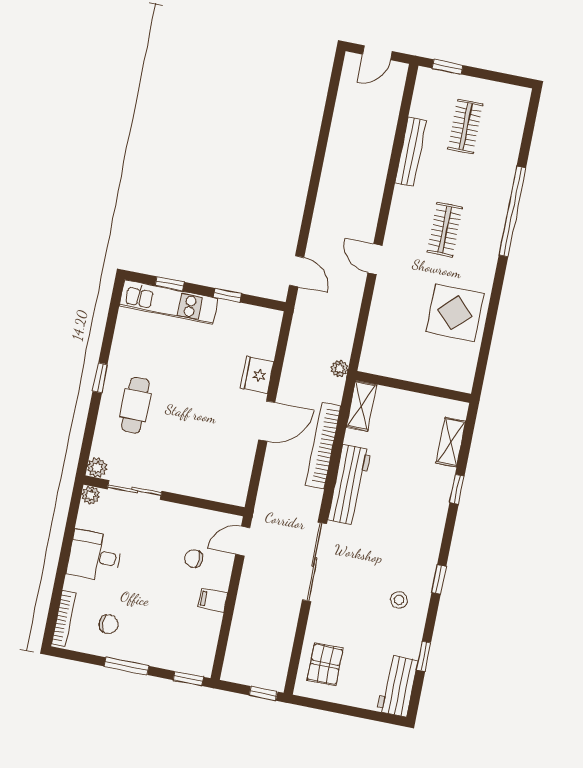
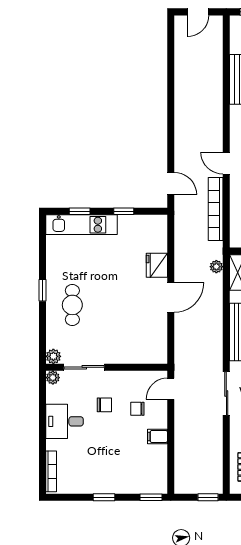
plant: (339, 369) -> (216, 267), moved
bookcase: (323, 446) -> (216, 209), moved
sliding door: (314, 562) -> (226, 394), width x0.73
chair: (108, 624) -> (104, 405), moved
window: (127, 666) -> (104, 497), width x0.67

